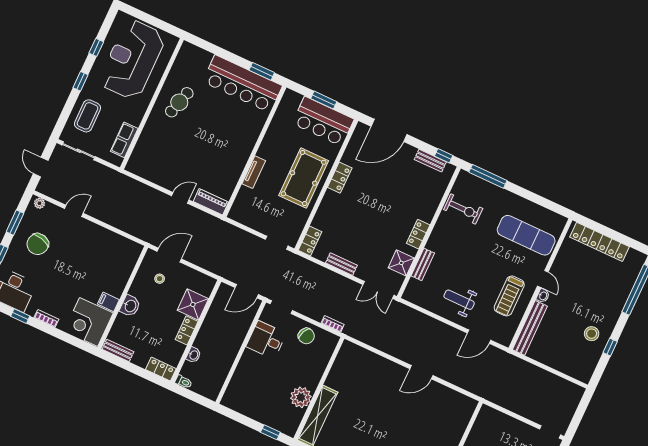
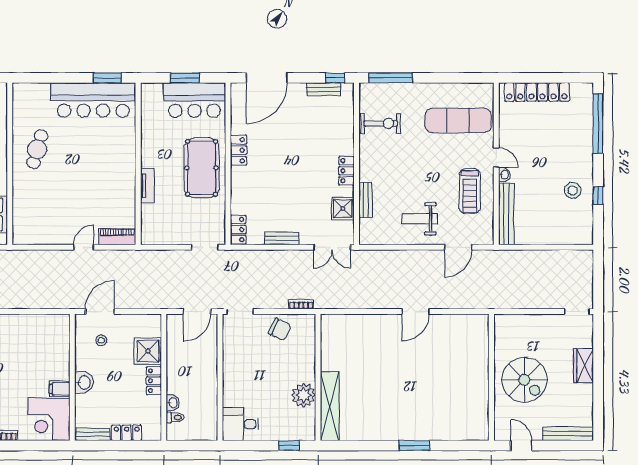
desk: (266, 340) -> (240, 424), moved
locker: (161, 369) -> (127, 433), moved
toilet: (183, 382) -> (175, 417), moved

